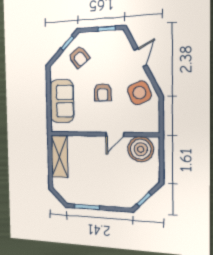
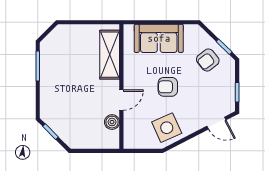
door: (141, 57) -> (216, 123), moved
door: (115, 134) -> (121, 100), swing flipped
boiler: (141, 149) -> (112, 122), width x0.54, depth x0.54
shelving: (59, 156) -> (110, 55), moved, turned 90

